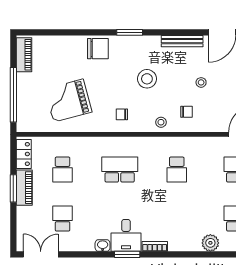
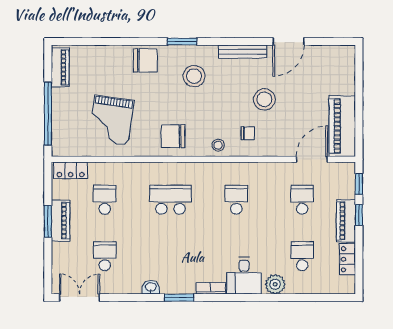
stool: (147, 79) -> (194, 76), moved
stool: (201, 82) -> (264, 99), width x1.89, depth x1.89
grand piano: (68, 101) -> (111, 120), turned -67
chair: (122, 114) -> (173, 136), width x1.87, depth x1.87
locker: (24, 154) -> (71, 170), moved, turned 90
school desk: (63, 170) -> (105, 200), turned 180
school desk: (177, 170) -> (236, 200), turned 180
desk: (126, 235) -> (244, 276), moved

